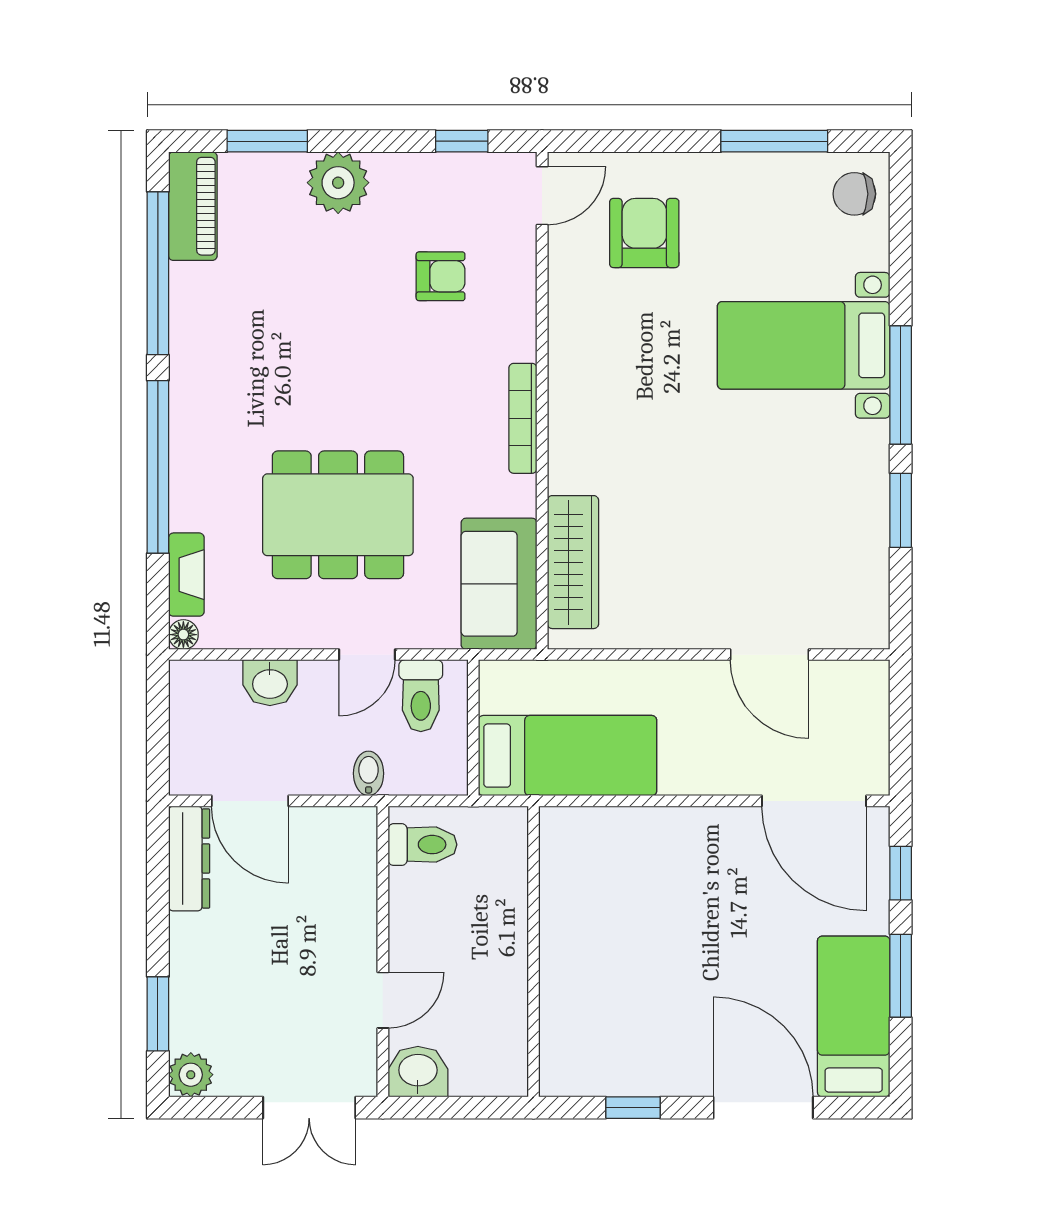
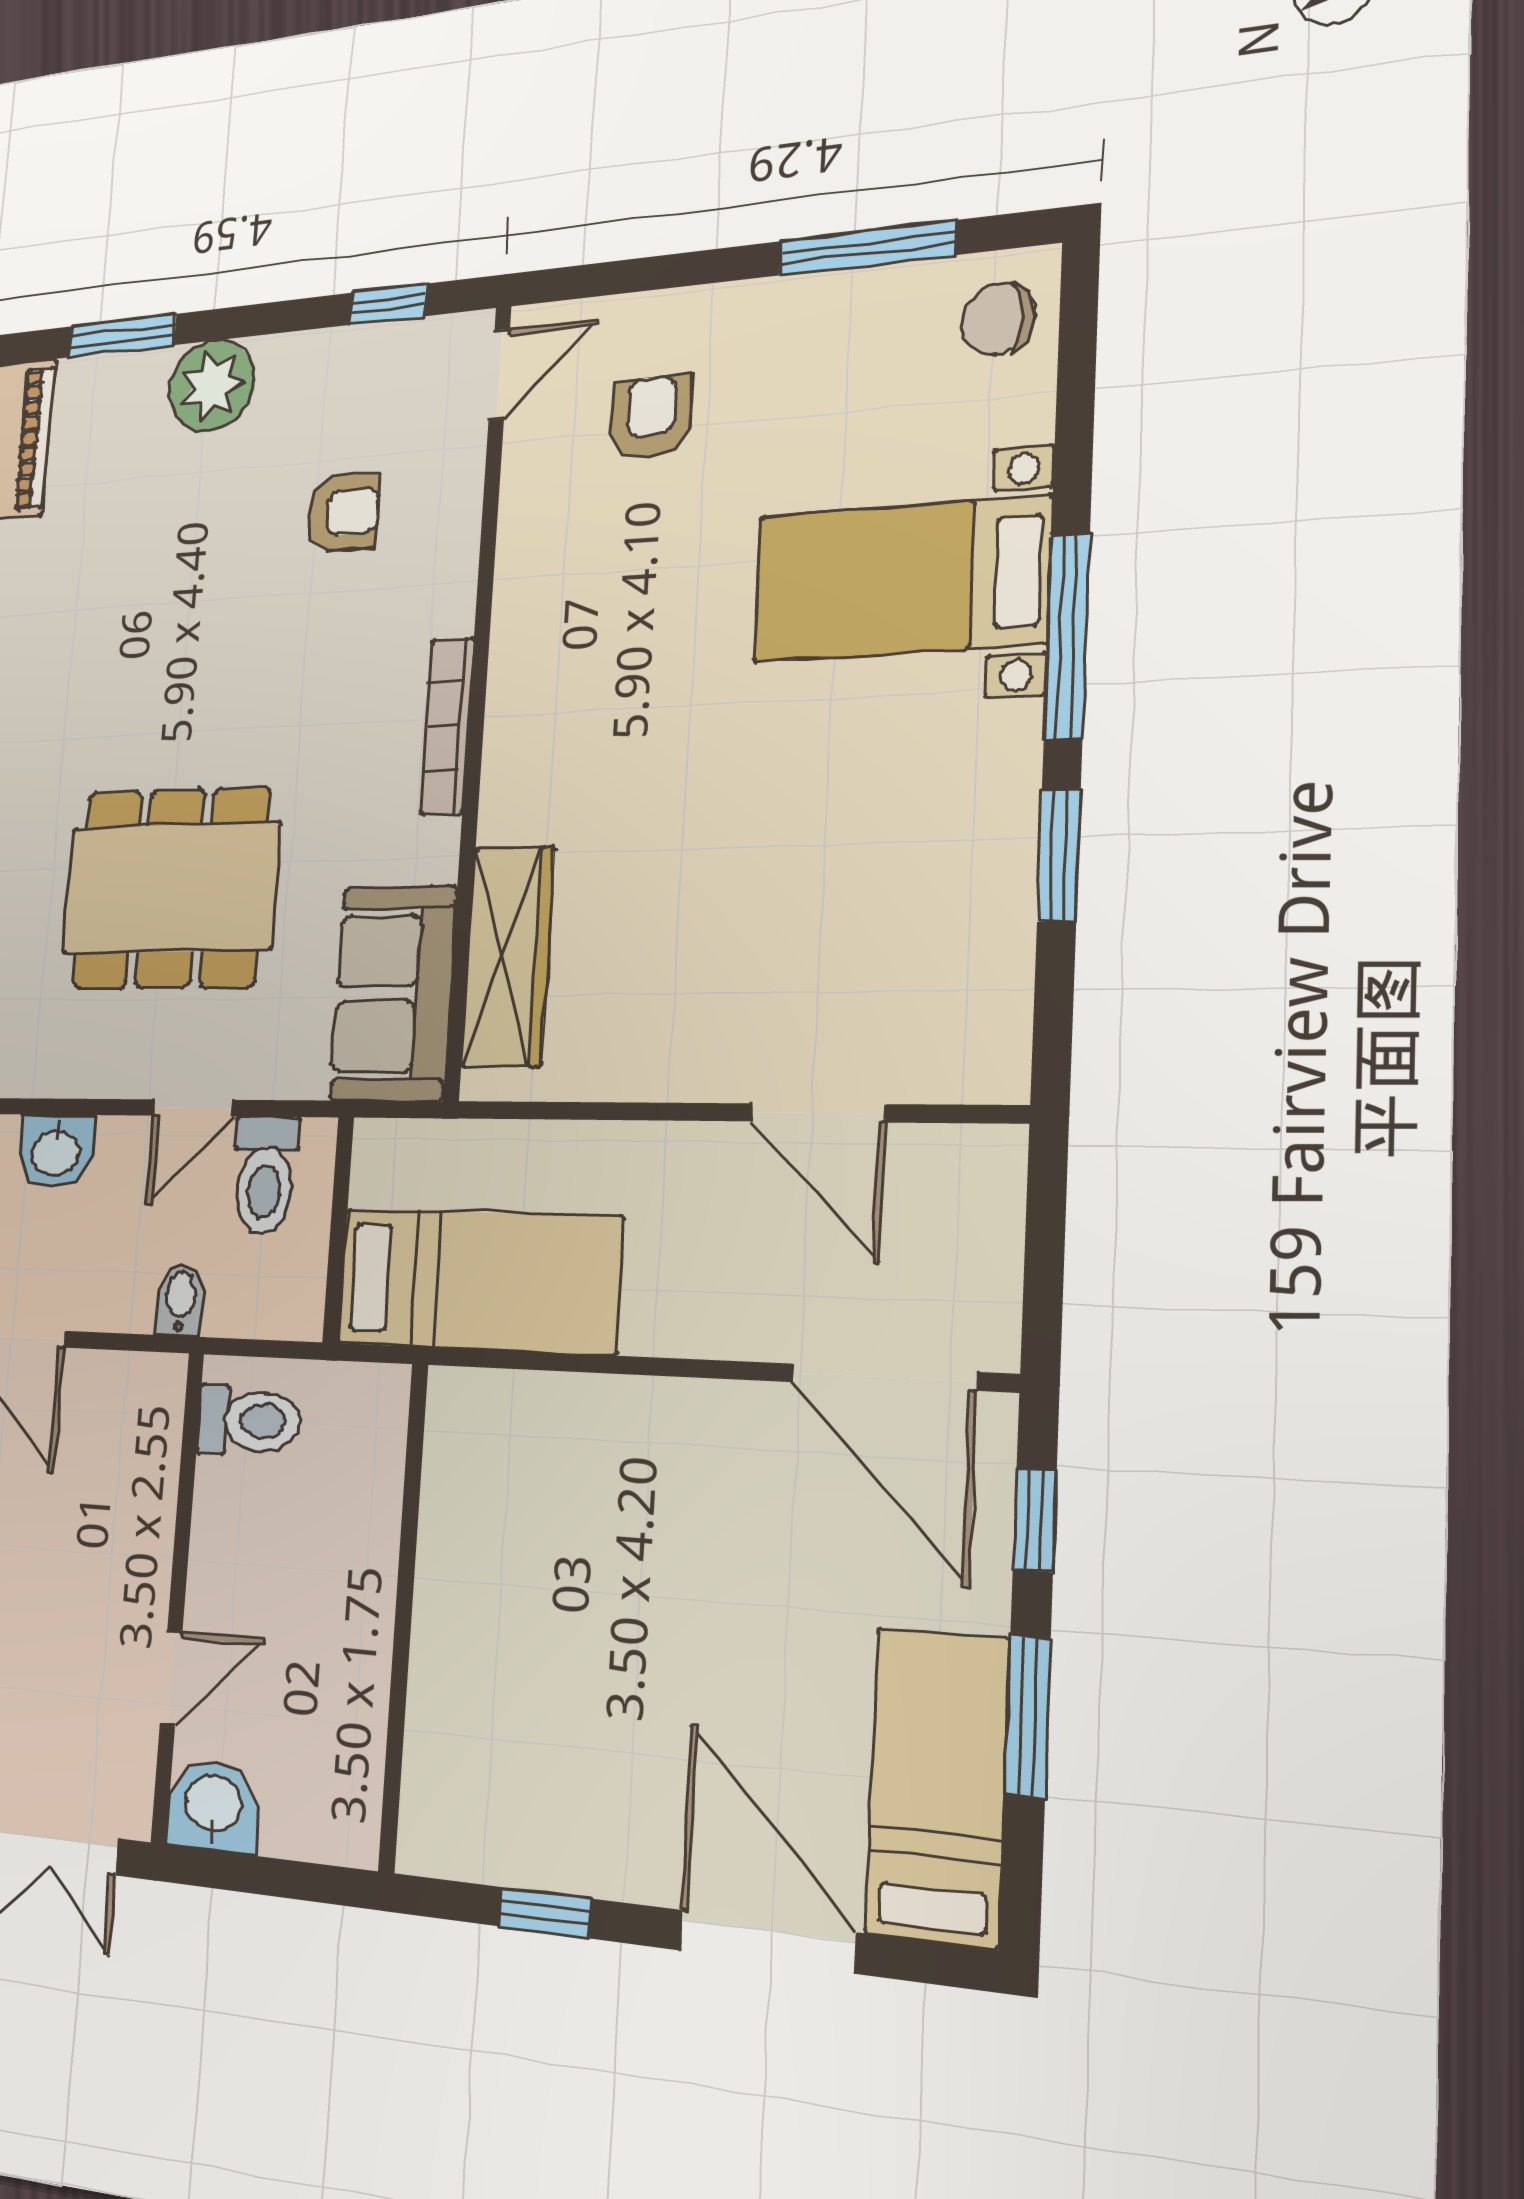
armchair: (644, 233) -> (651, 417), width x0.72, depth x0.72

